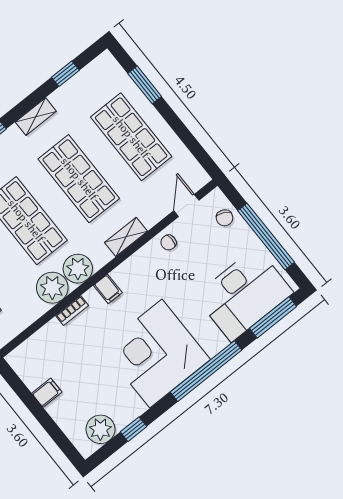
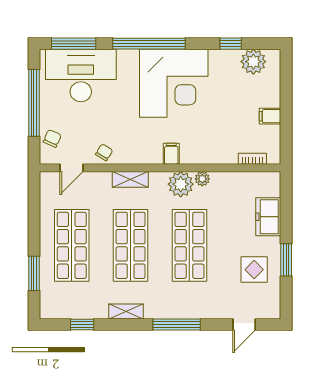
chair: (168, 242) -> (104, 152), turned -58
plant: (52, 288) -> (202, 179), width x0.53, depth x0.53
bookcase: (72, 311) -> (252, 159), moved

